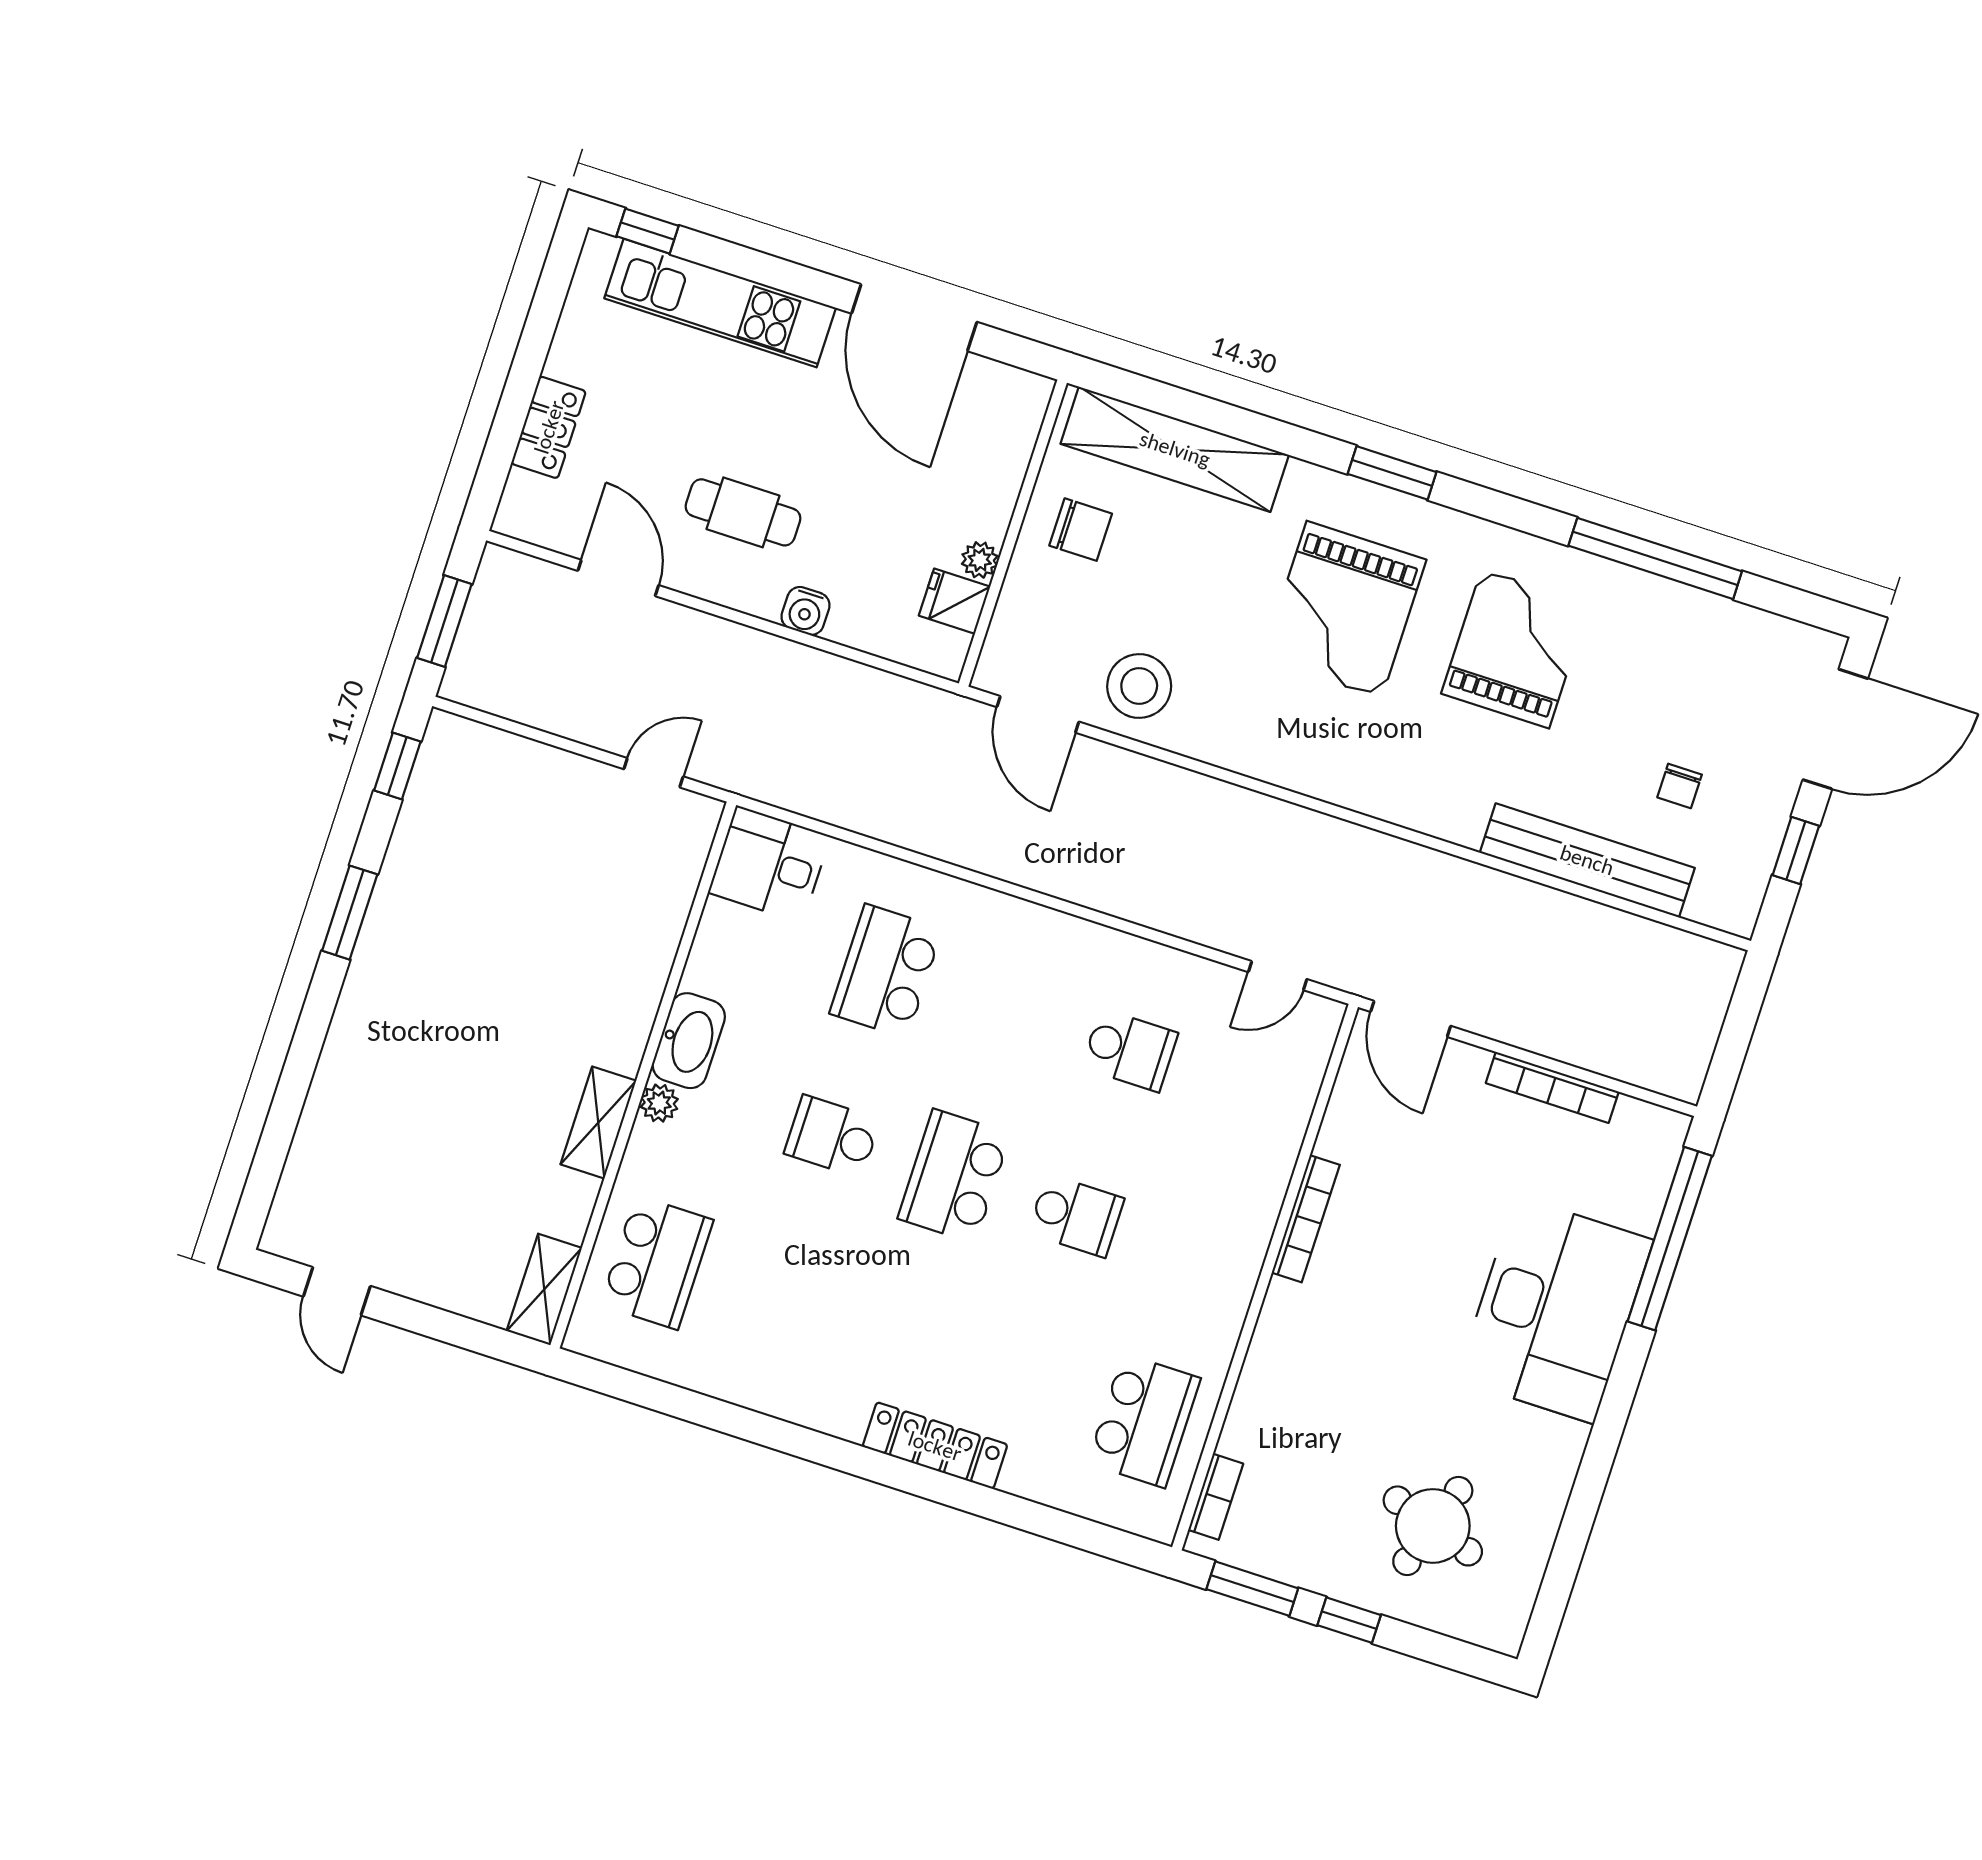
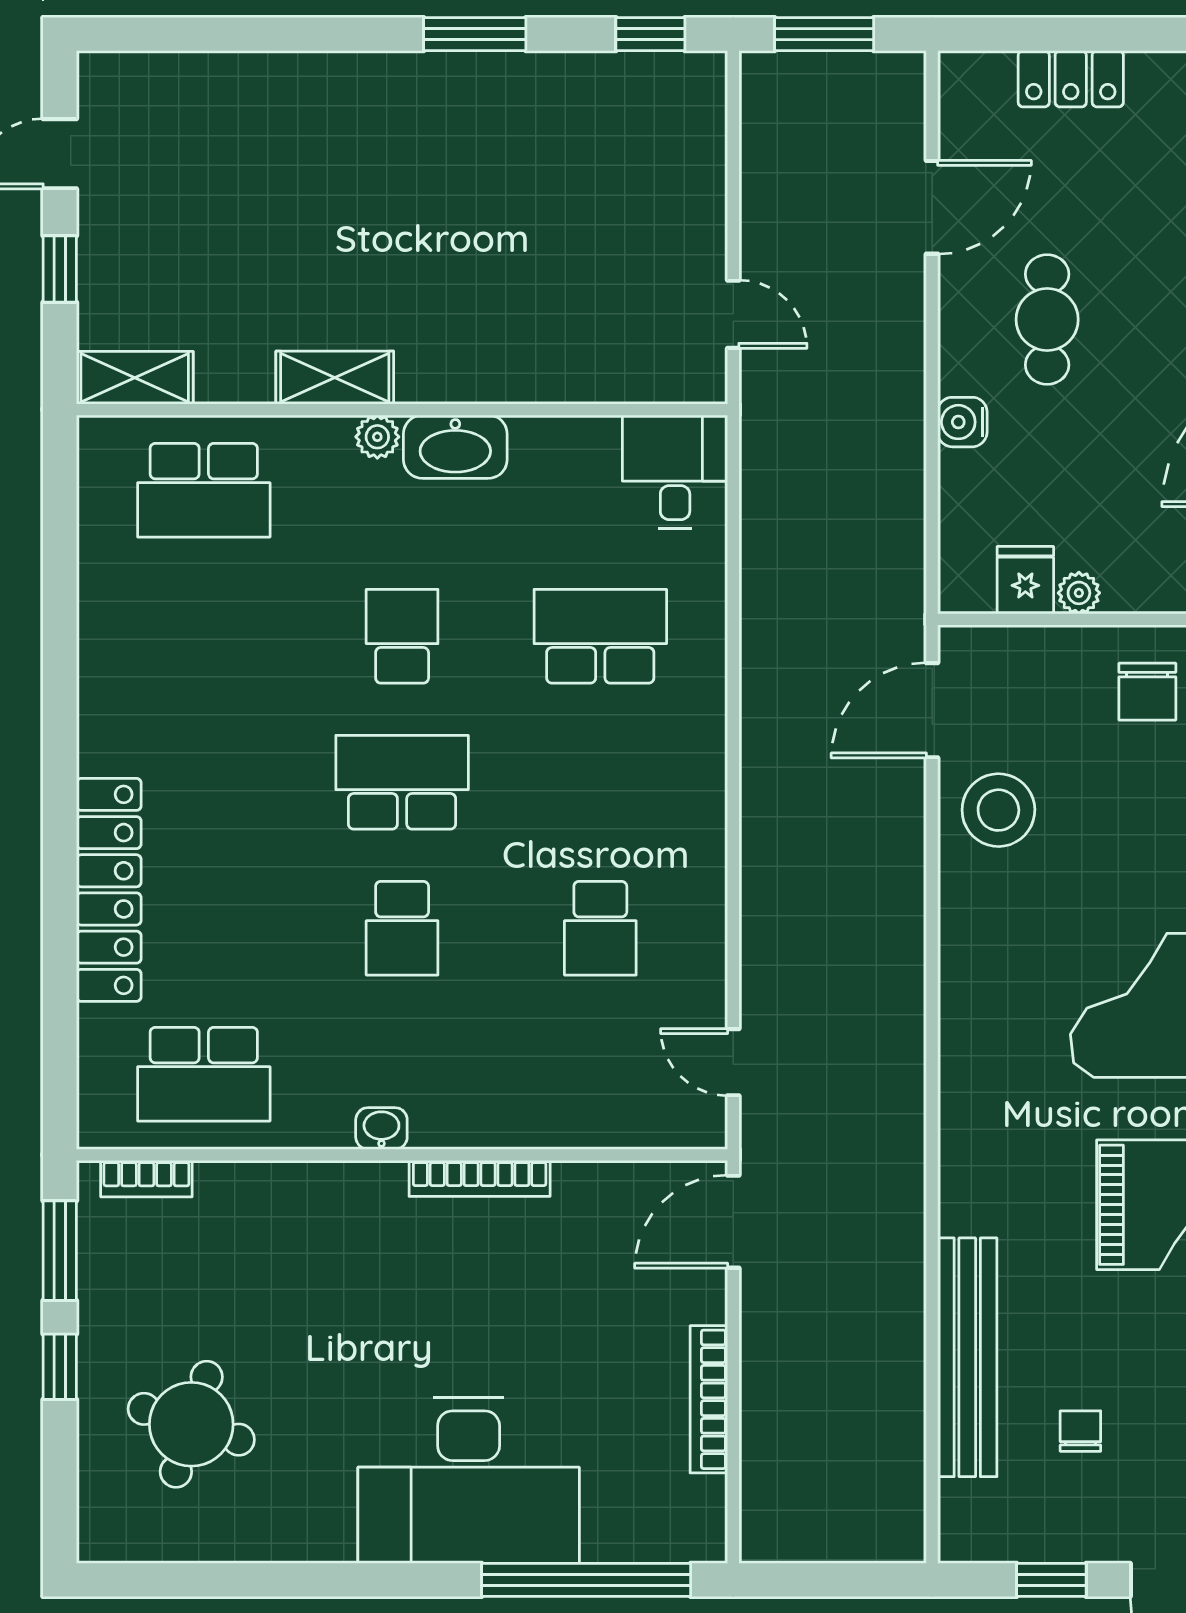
chair: (1680, 786) -> (1080, 1431), turned 90
washbasin: (1238, 1287) -> (381, 1128), added
window: (433, 1323) -> (60, 269), added
locker: (935, 1446) -> (109, 890), width x1.41, depth x1.21

